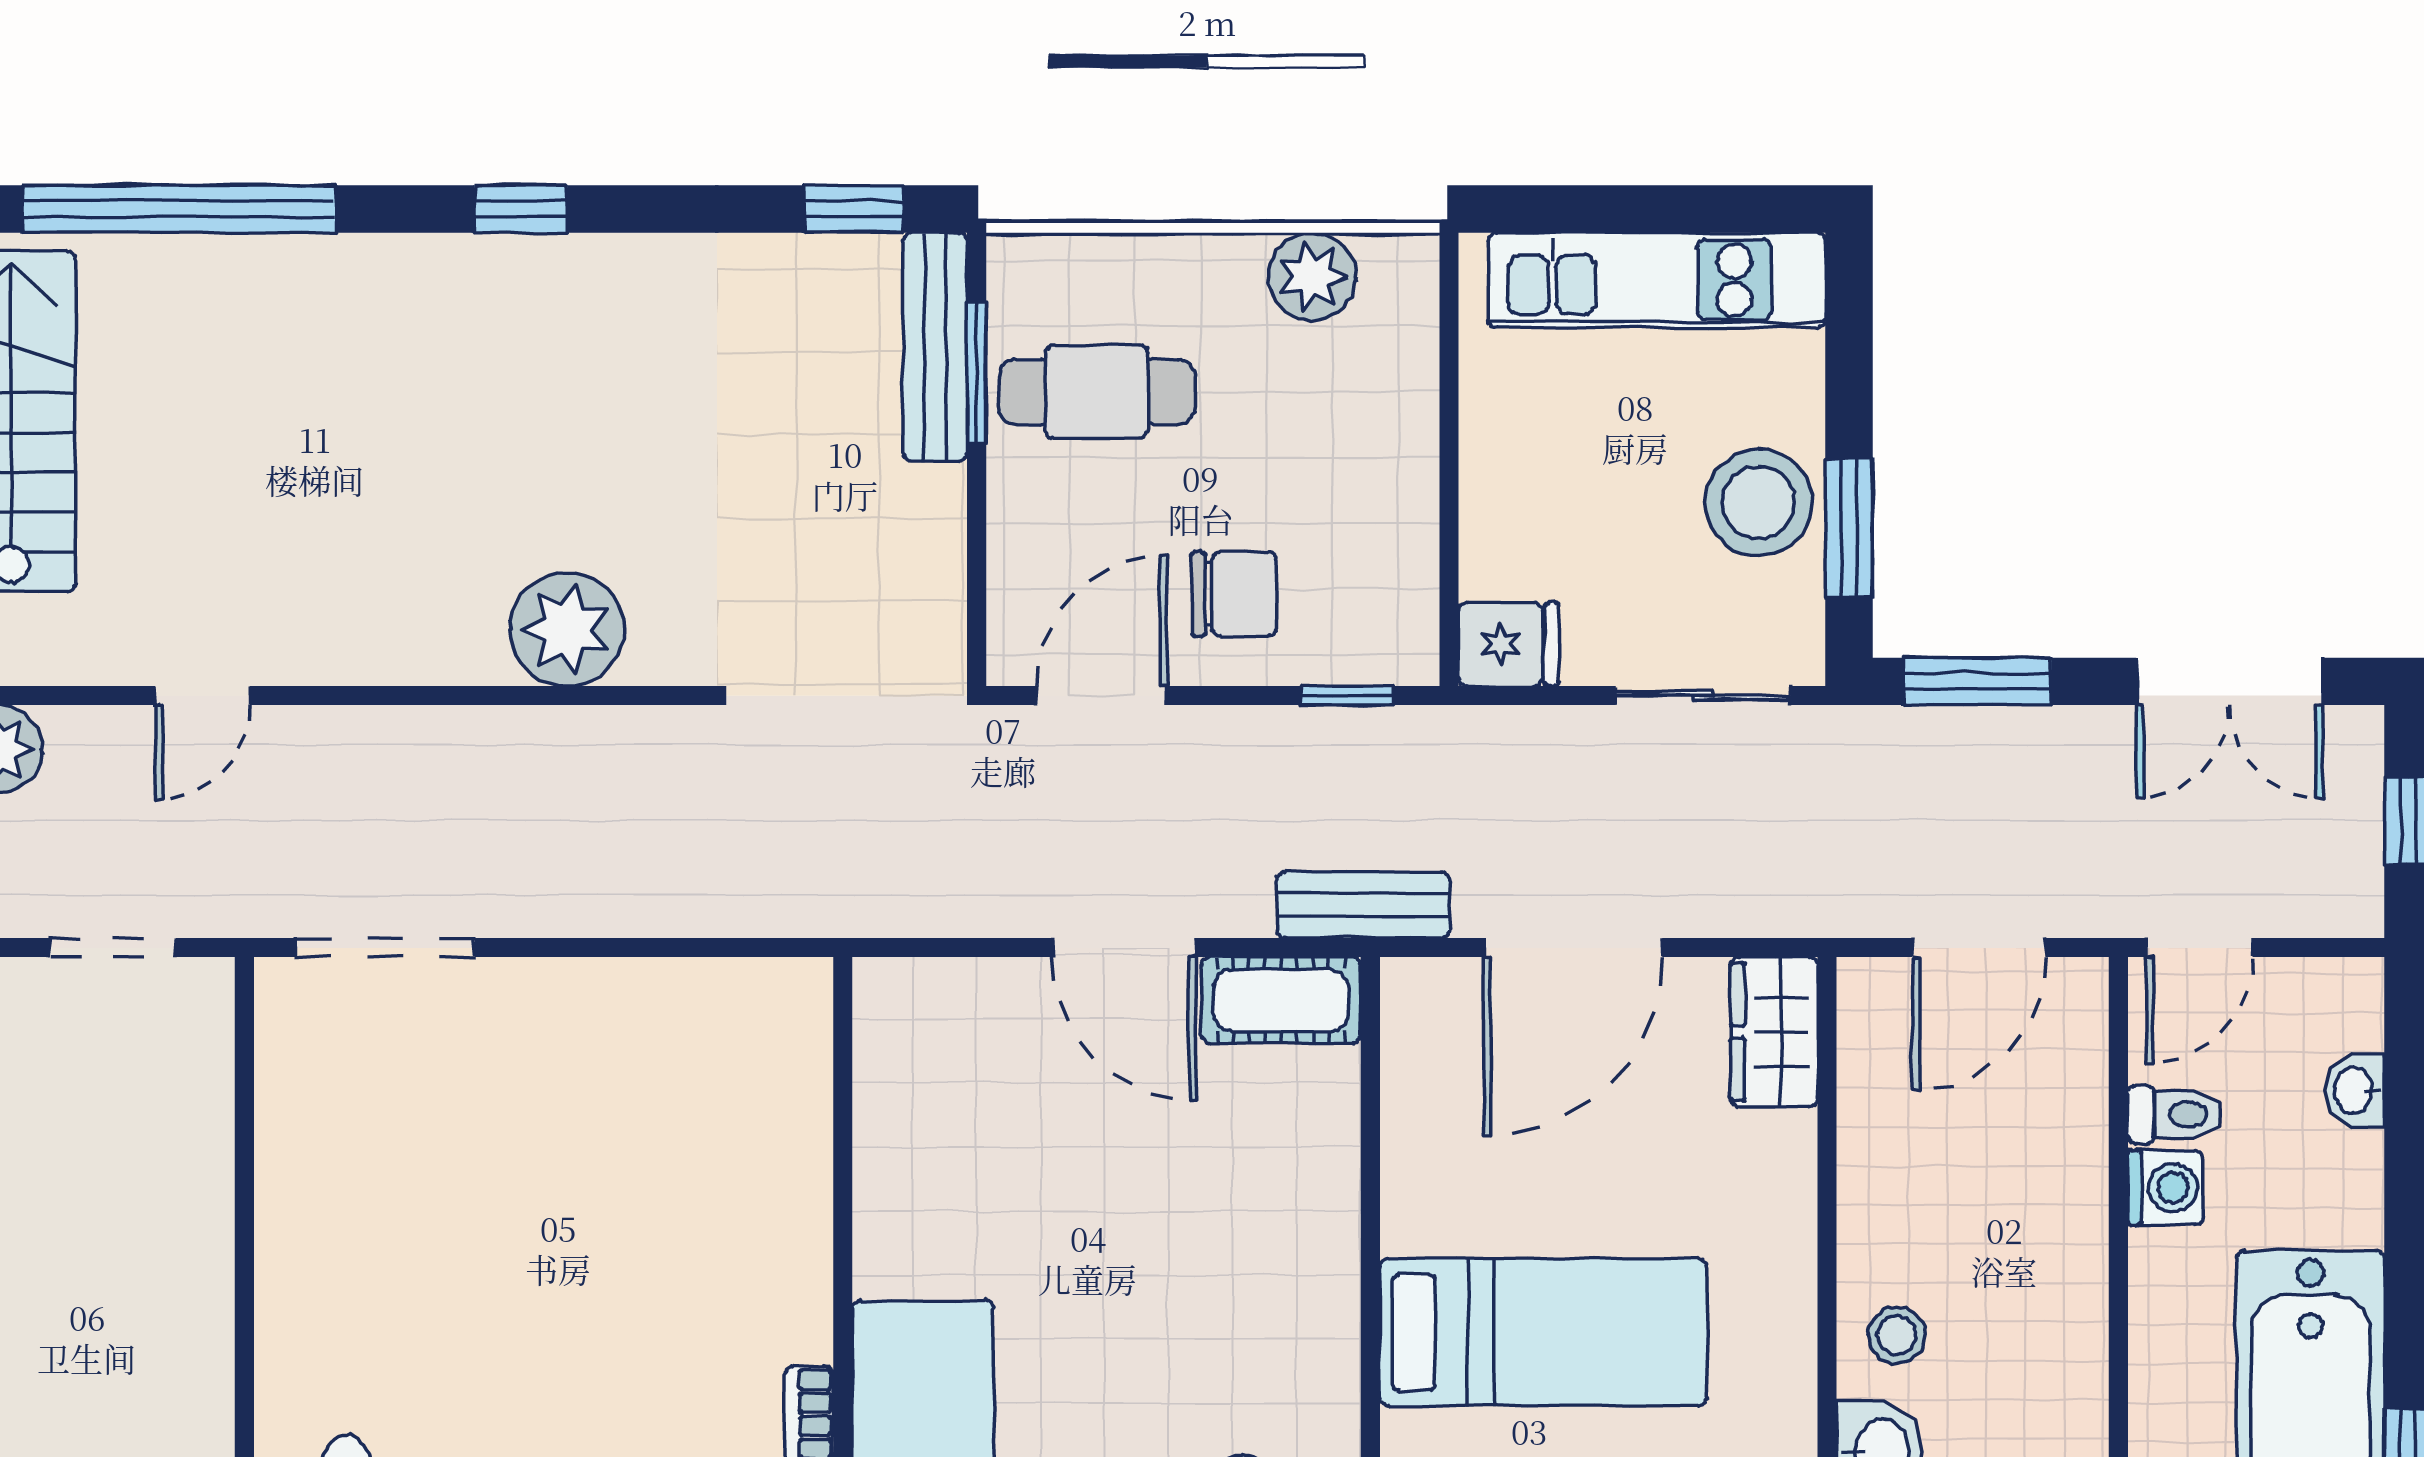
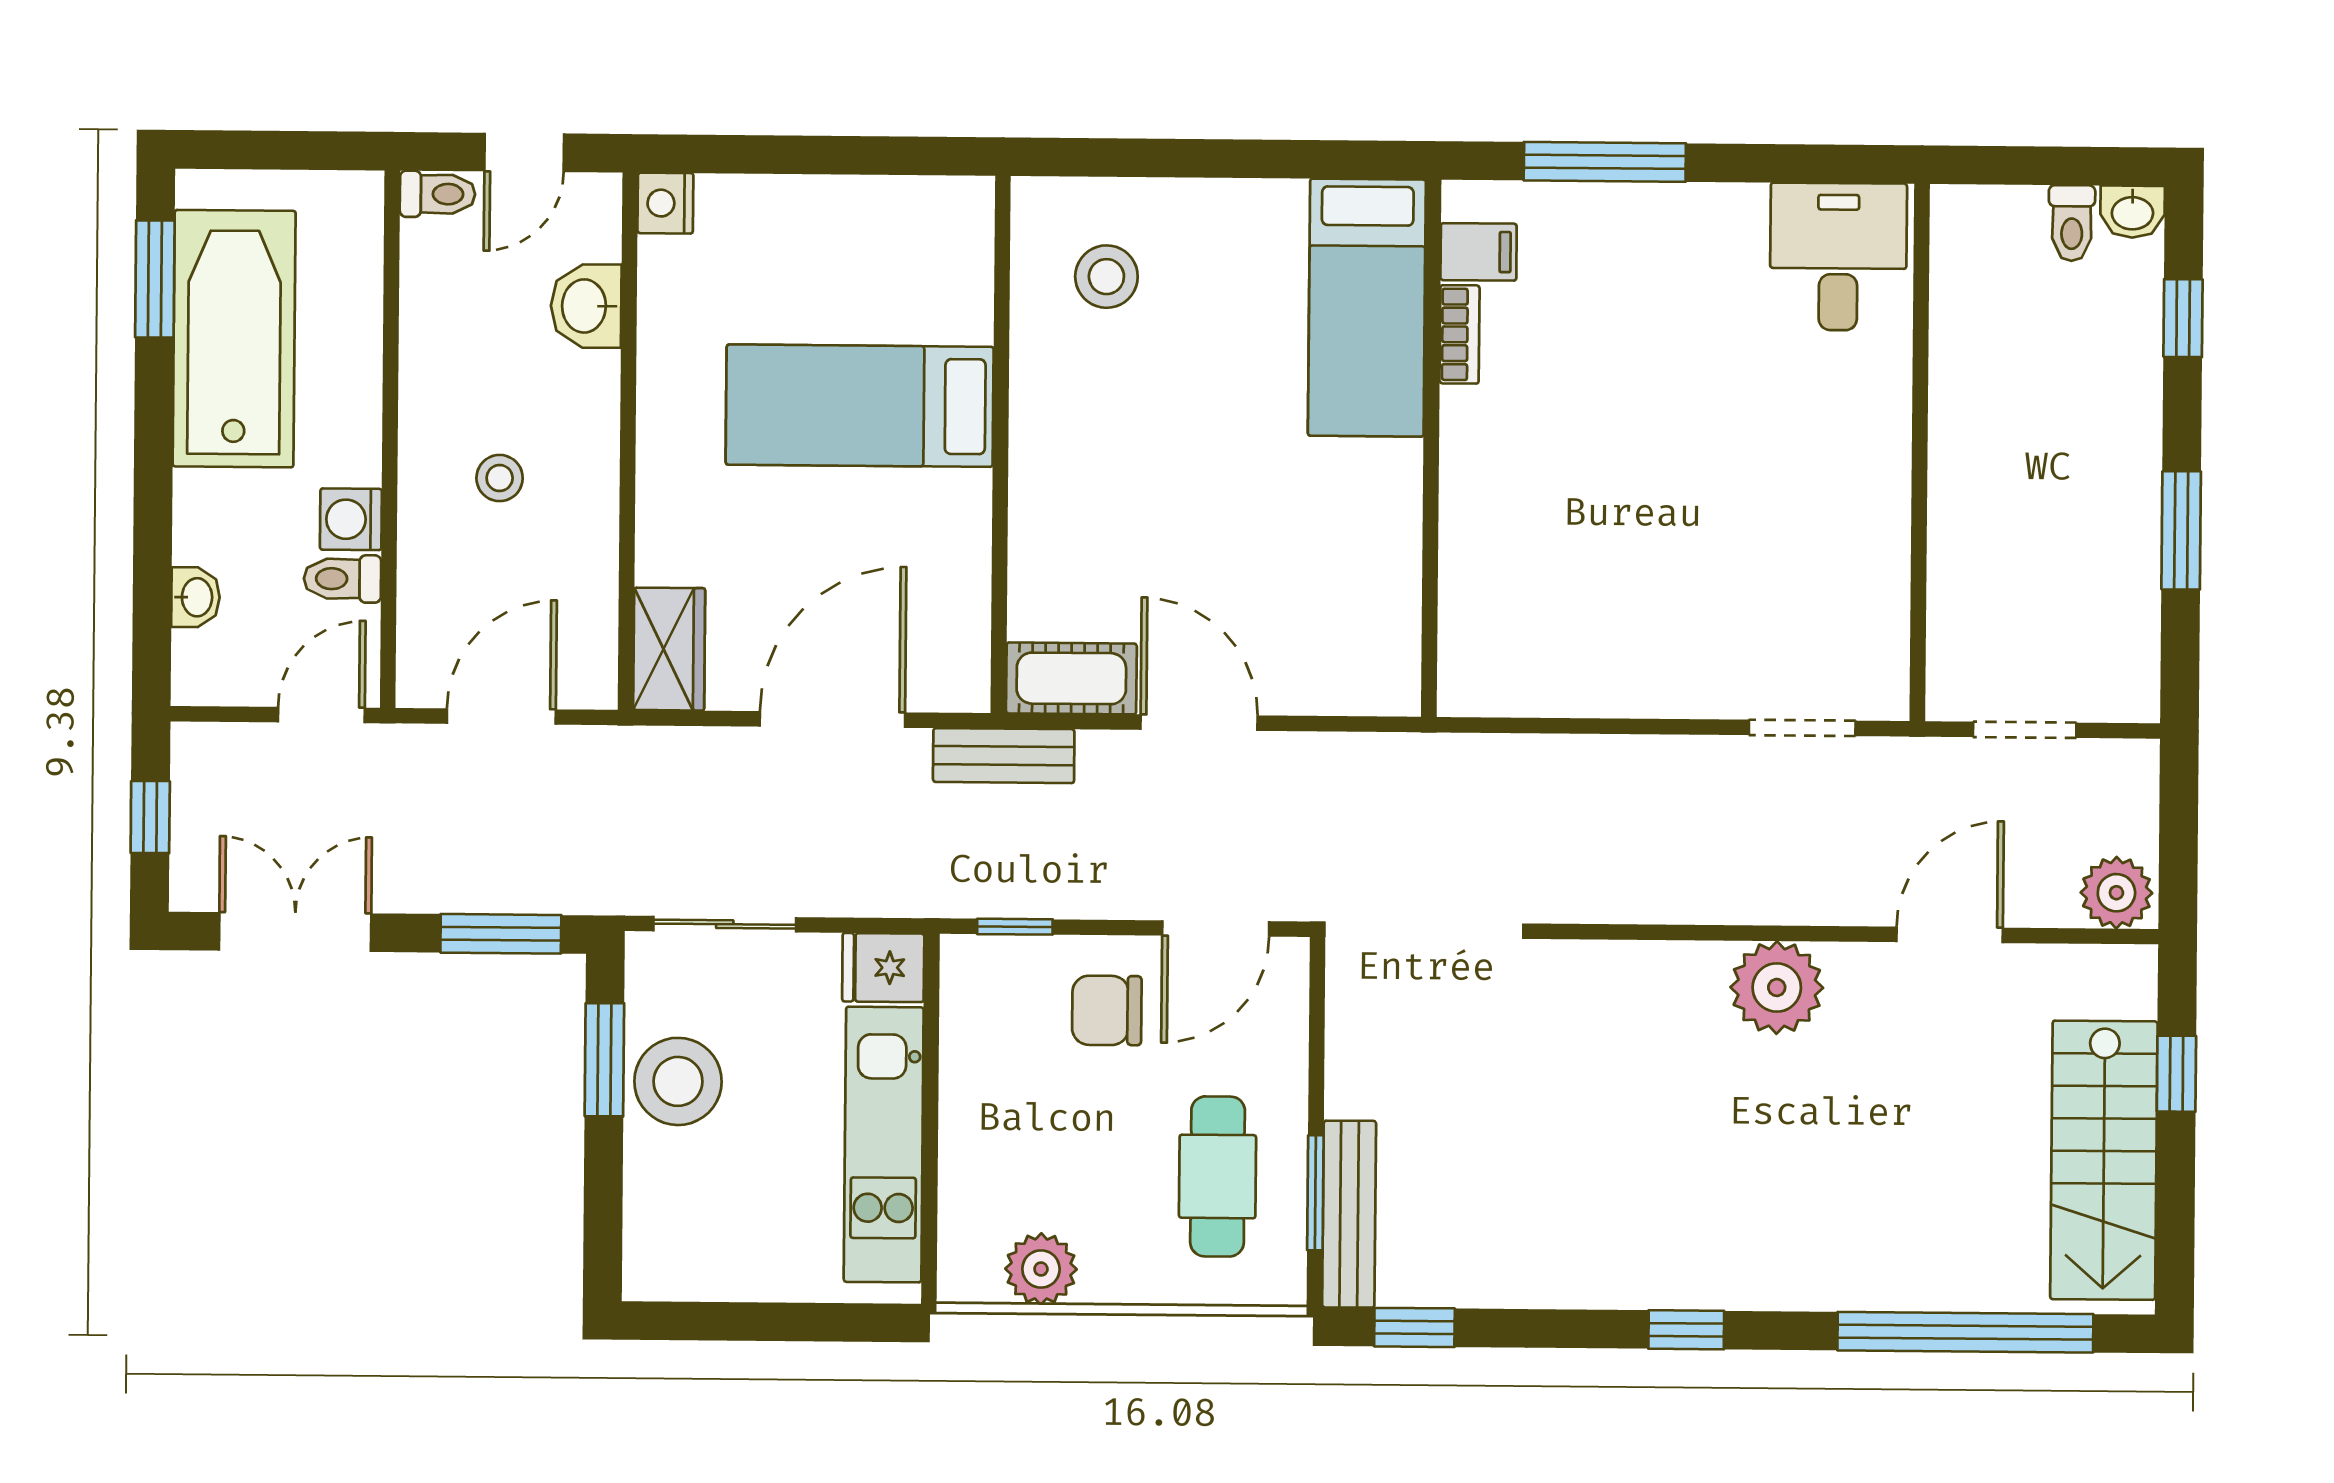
kitchen unit: (1657, 280) -> (884, 1145), moved, turned -90
cafe table: (1097, 392) -> (1218, 1176), turned 90
plant: (567, 629) -> (1777, 987), moved
door: (202, 696) -> (1950, 935), width x1.38
doorway: (385, 948) -> (1802, 728), width x0.73
stool: (1897, 1335) -> (500, 478), moved

